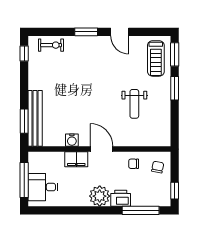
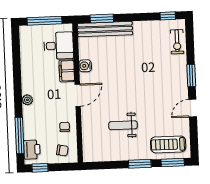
desk: (43, 187) -> (59, 46), moved, turned 90
plant: (100, 196) -> (27, 100), width x0.53, depth x0.53
printer: (121, 198) -> (32, 150), moved

